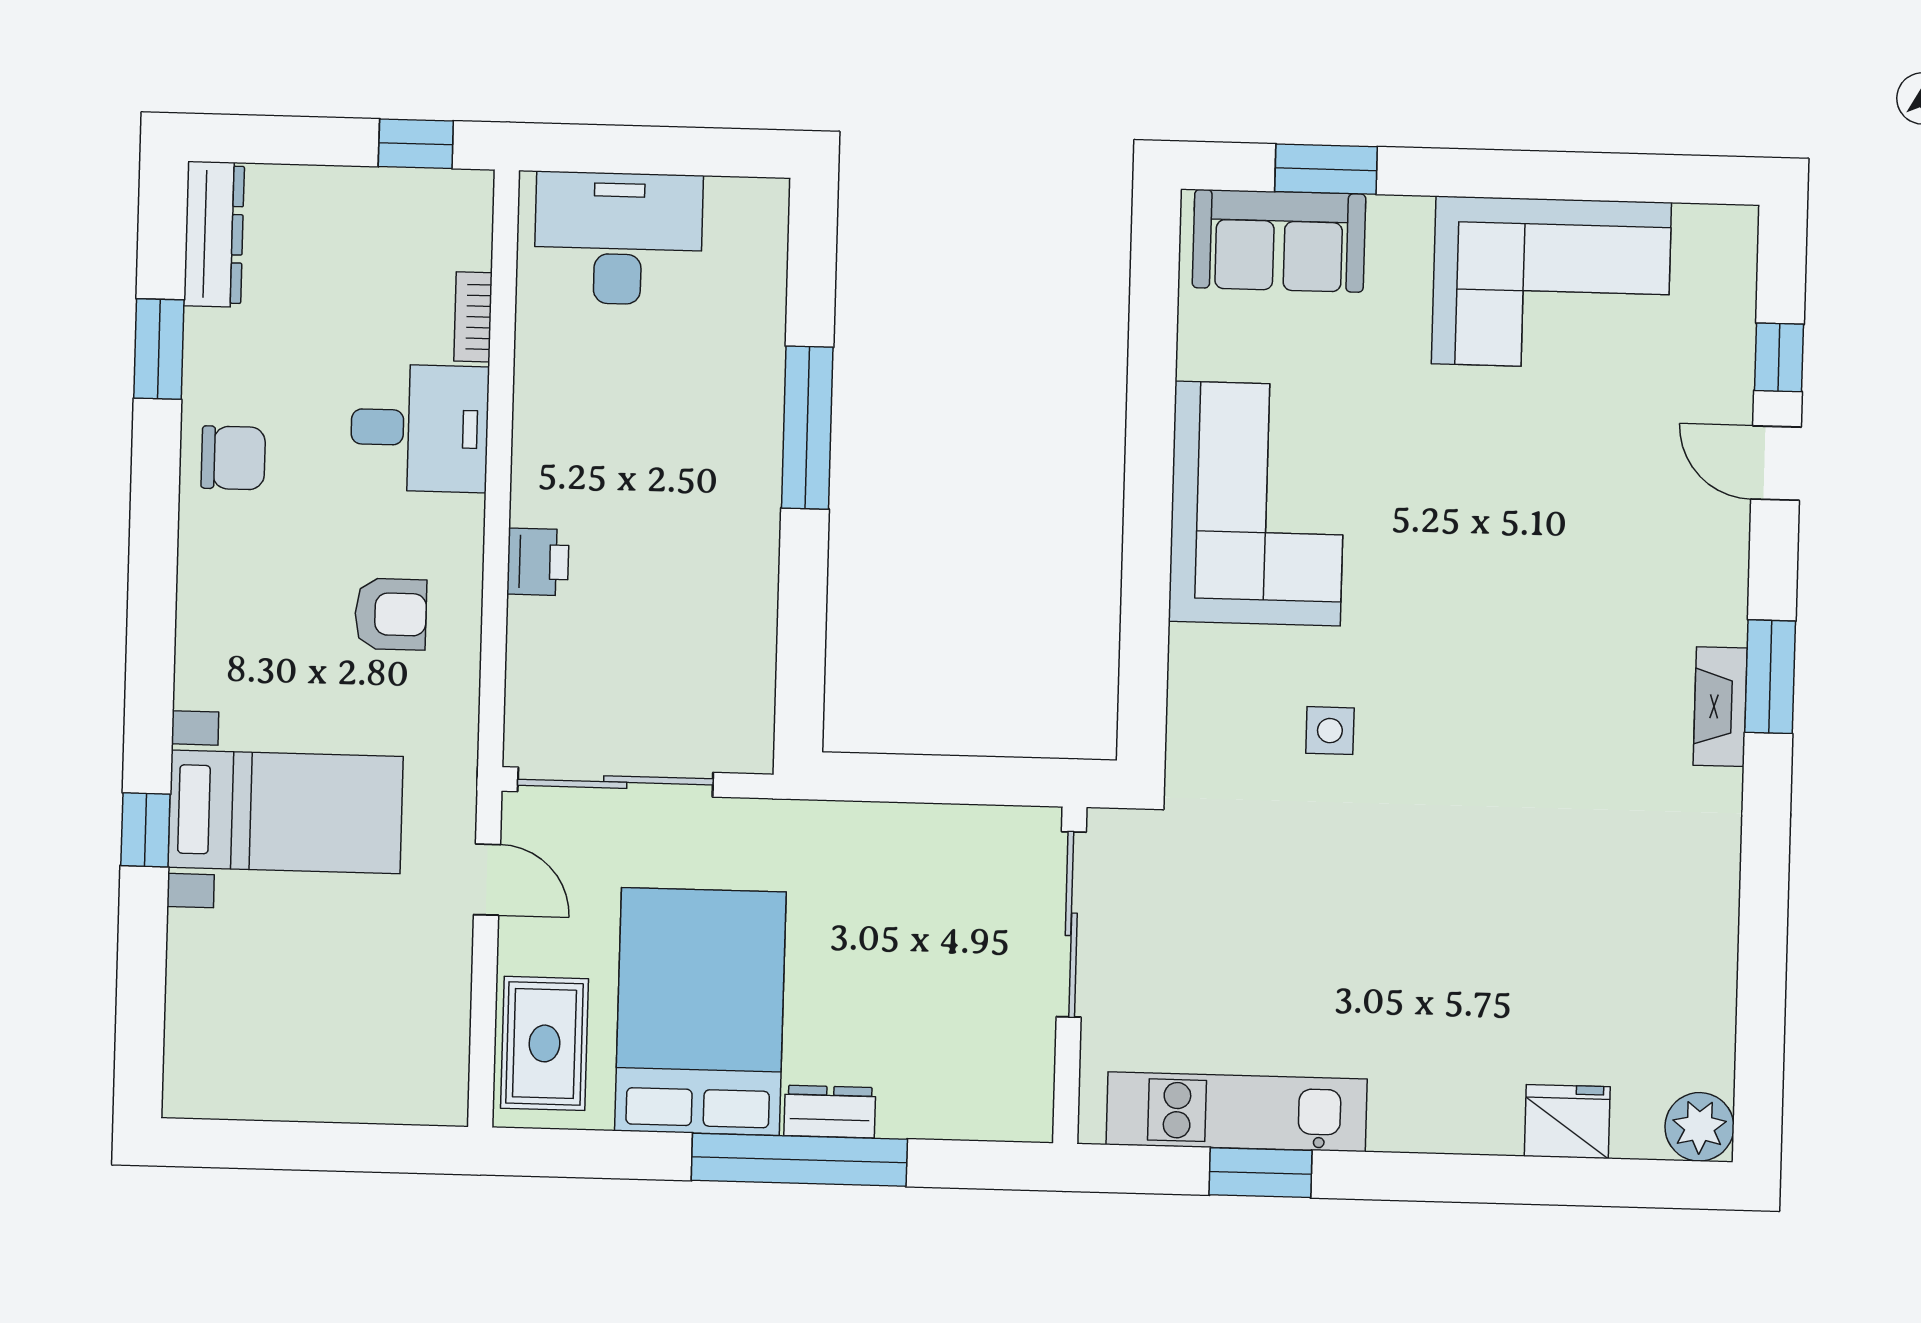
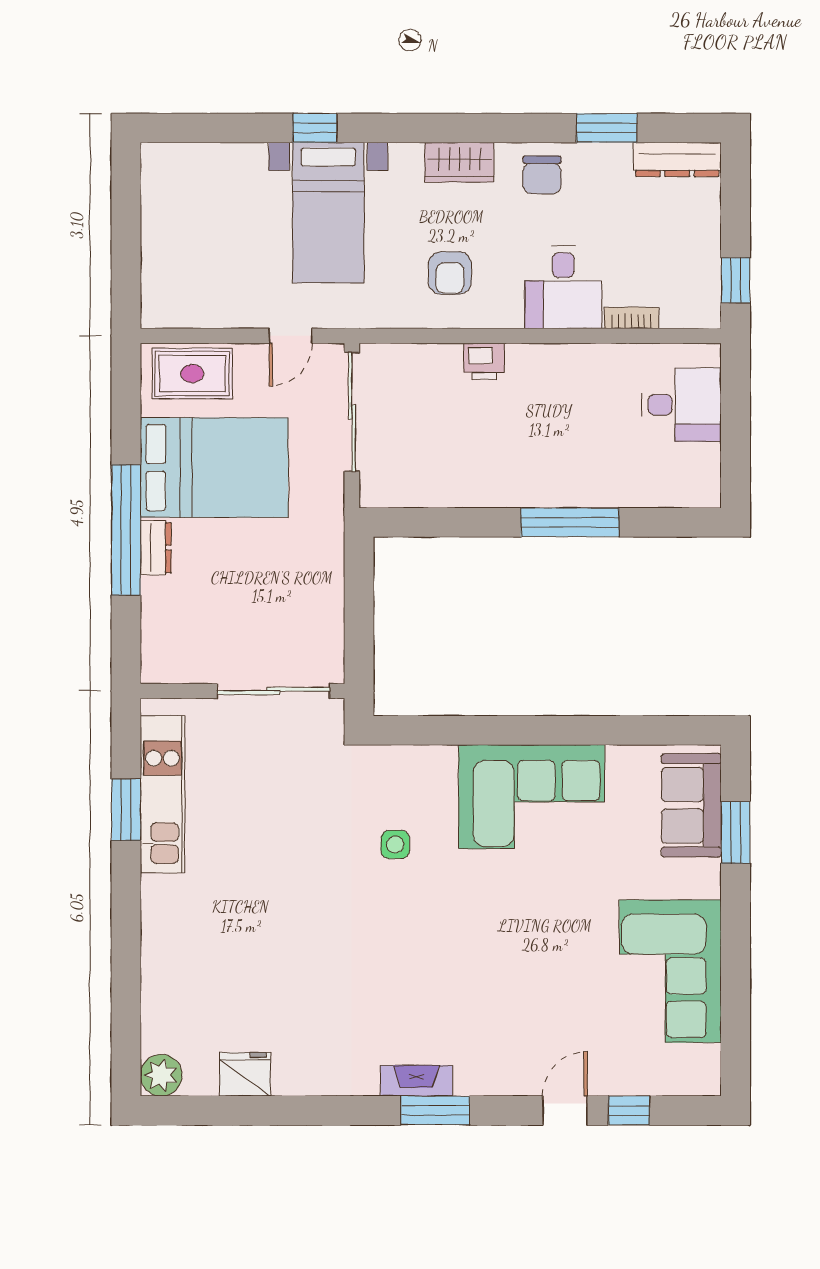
desk: (618, 238) -> (682, 405), width x0.73
wardrobe: (209, 594) -> (459, 162), added
fridge: (1567, 1121) -> (245, 1074), moved, turned -90

